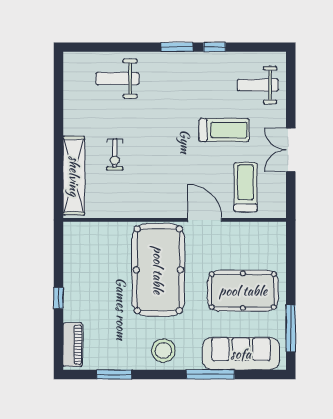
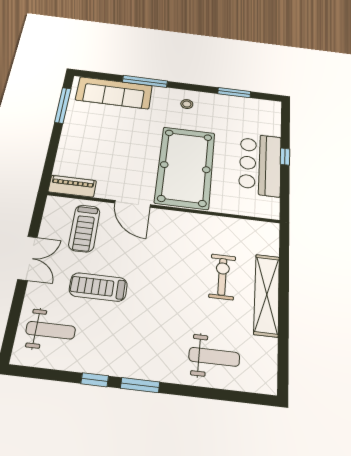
exercise bike: (115, 155) -> (222, 277), width x1.38, depth x1.39
shelving: (74, 176) -> (267, 295), moved
bar counter: (84, 285) -> (260, 164), added
pool table: (243, 291) -> (104, 140), removed
piano: (73, 345) -> (72, 186), moved, turned 90
stool: (163, 351) -> (187, 104), width x0.53, depth x0.53

